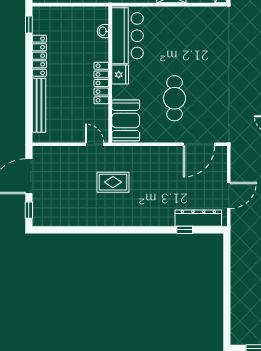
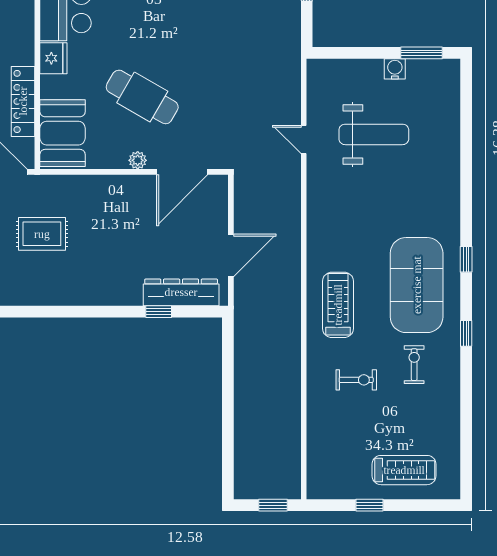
locker: (101, 83) -> (23, 101), moved
cafe table: (174, 98) -> (142, 97), turned -60
plant: (172, 137) -> (138, 160), added

